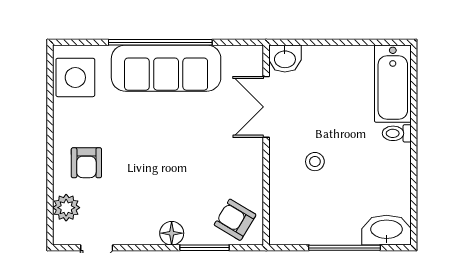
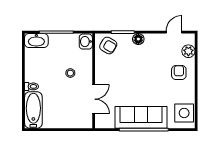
washbasin: (285, 59) -> (86, 42), moved, turned -90

